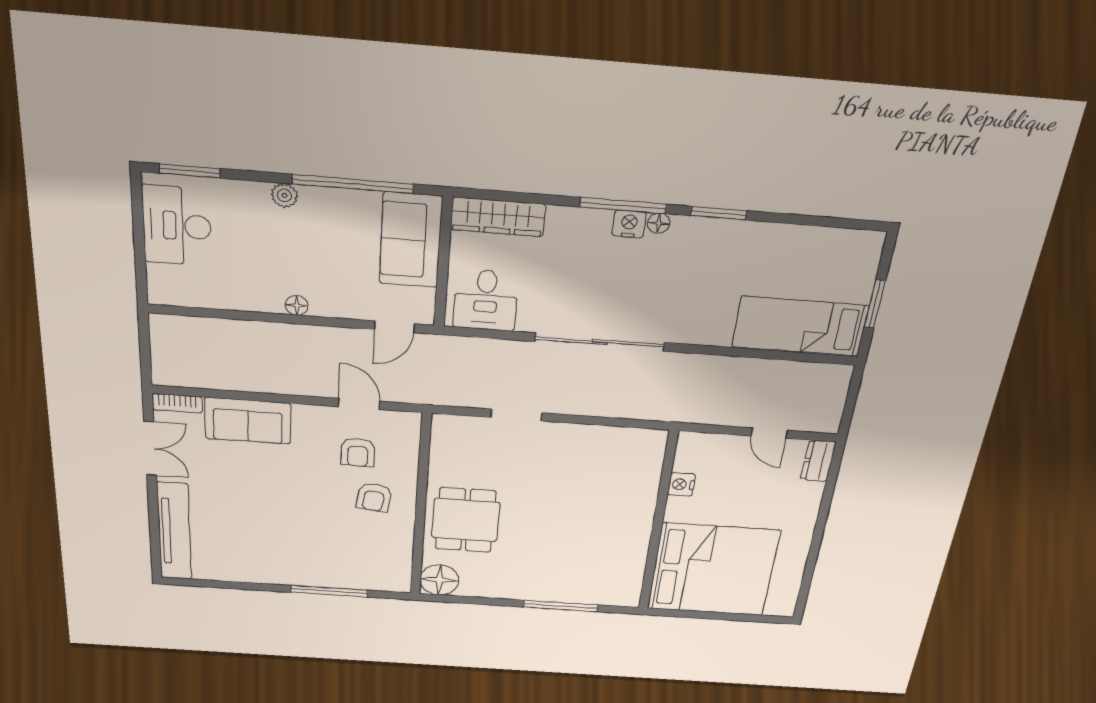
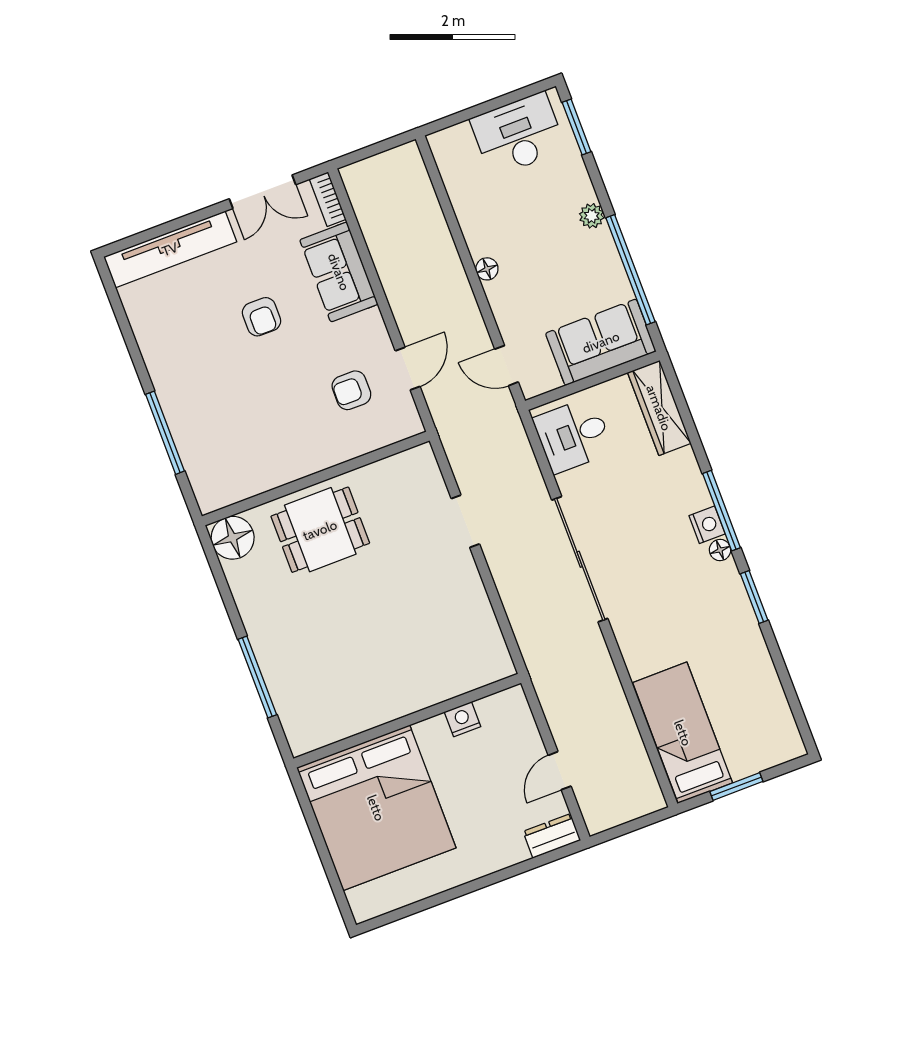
armchair: (374, 497) -> (262, 317), moved, turned -98

